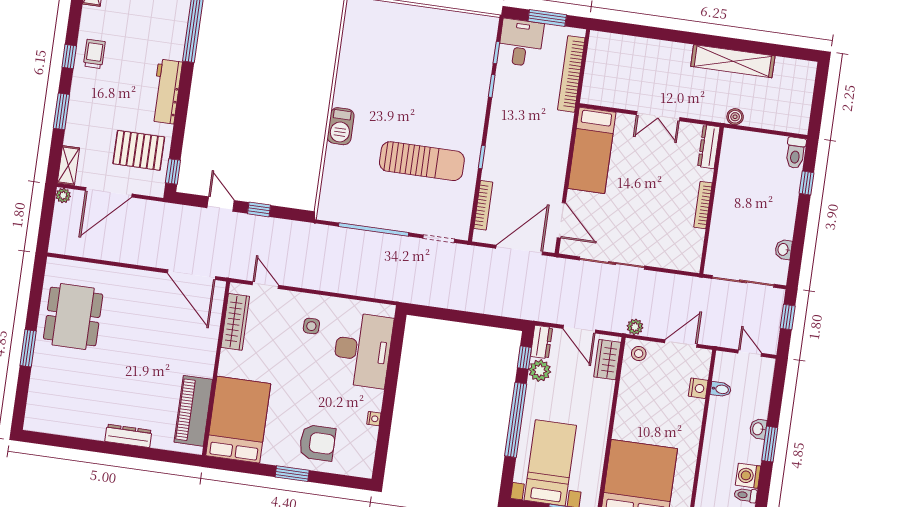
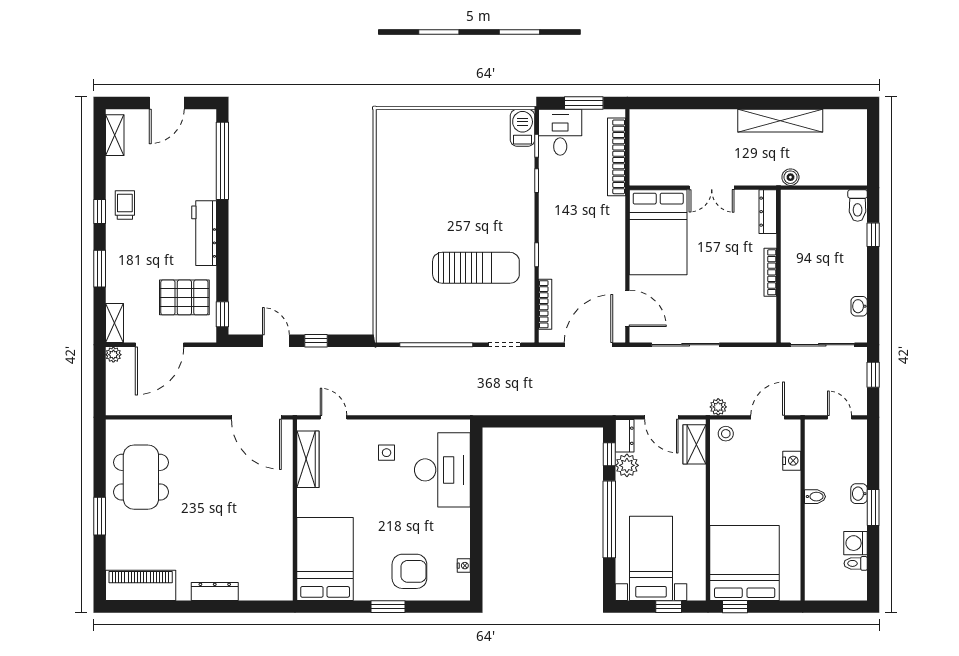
barbecue: (341, 126) -> (523, 128), moved, turned 180
bed: (592, 150) -> (658, 232), width x1.50
bidet: (721, 389) -> (815, 497), moved
piano: (193, 411) -> (141, 585), moved, turned 90
nightstand: (374, 419) -> (464, 566), moved

